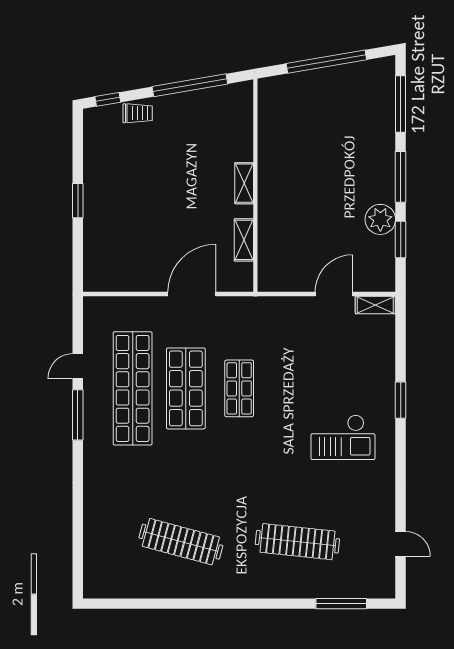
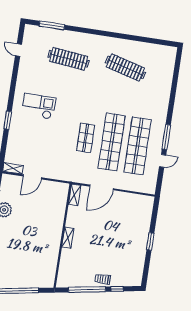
window: (108, 99) -> (117, 289), moved
trolley: (138, 113) -> (103, 279), moved
shelving: (244, 240) -> (75, 195), moved
shop shelf: (186, 388) -> (112, 142), width x1.40

